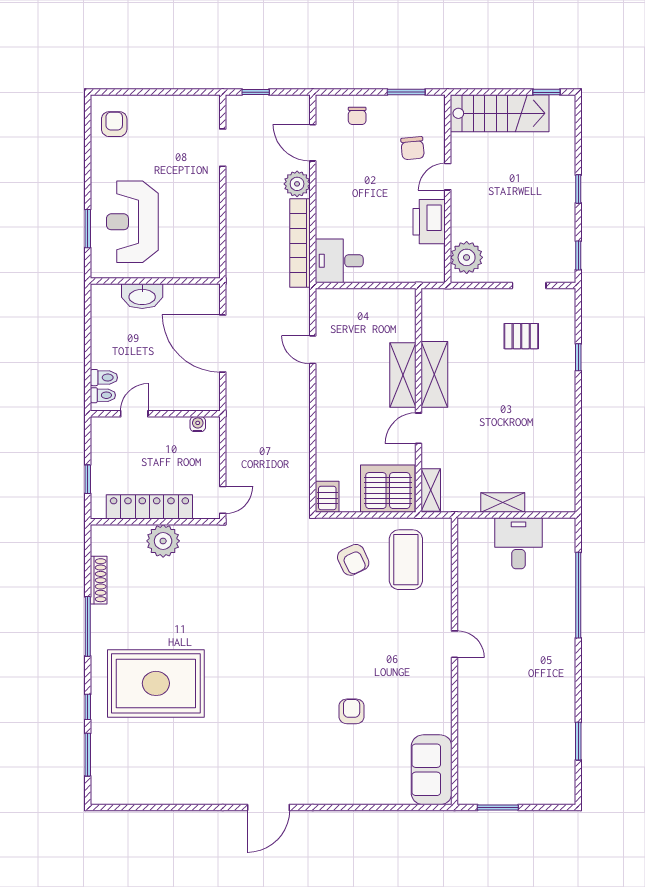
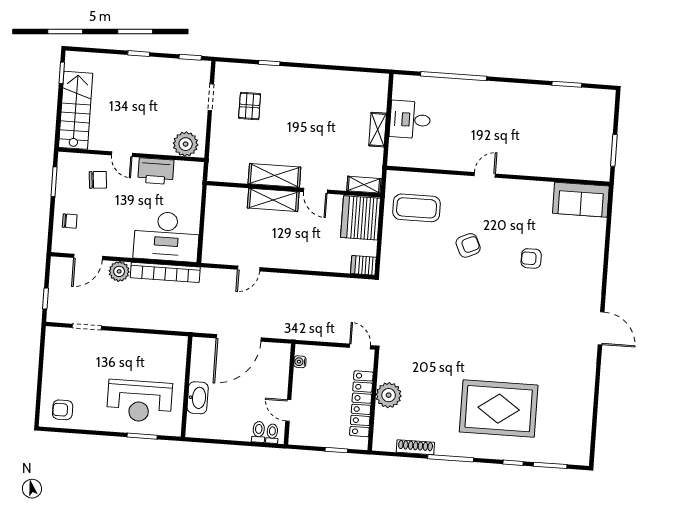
desk: (339, 261) -> (167, 236), width x1.87, depth x1.30
armchair: (353, 560) -> (468, 245), moved
rug: (156, 683) -> (499, 409), turned 90

